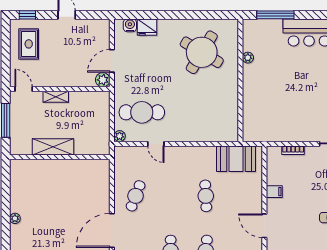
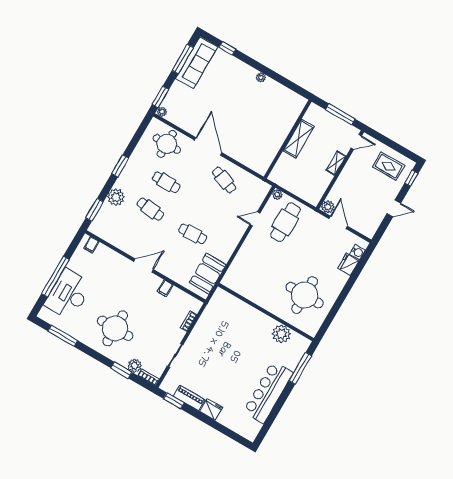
round table: (202, 52) -> (305, 295), turned -31
plant: (248, 58) -> (281, 334), width x1.87, depth x1.87

